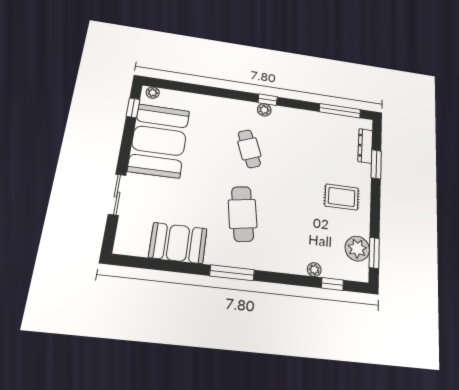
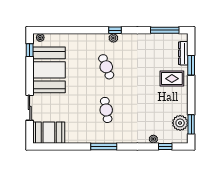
rug: (342, 197) -> (172, 79), moved
cafe table: (242, 214) -> (106, 110), width x0.73, depth x0.74
booth: (178, 243) -> (49, 133), moved

